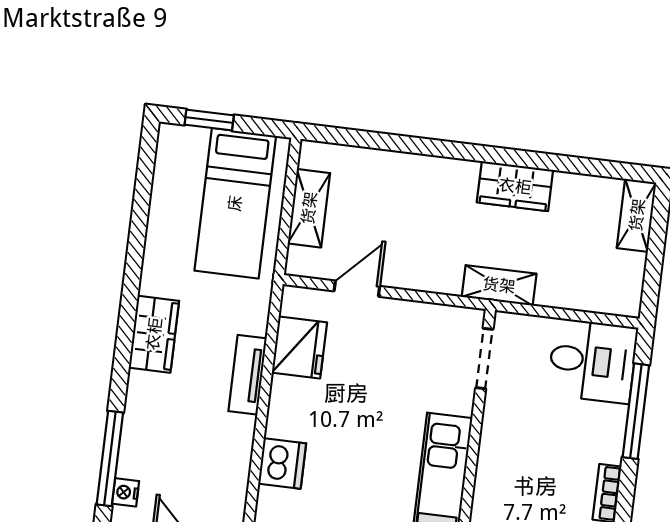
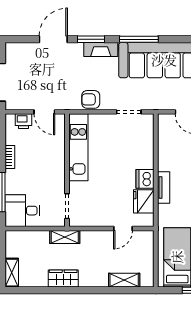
shelving: (309, 208) -> (124, 280), moved, turned 90
dishwasher: (282, 463) -> (145, 179), moved

